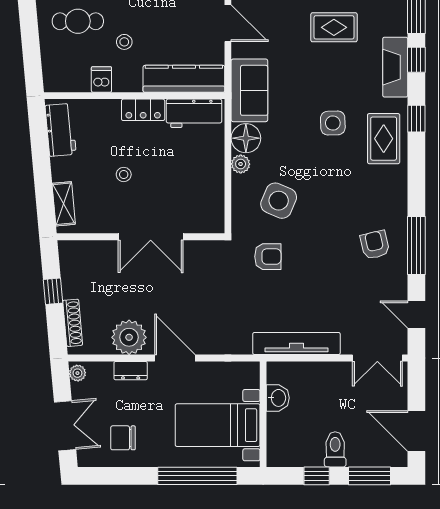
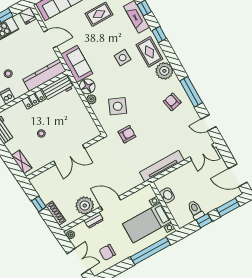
plant: (391, 185) -> (164, 71), added
toilet: (335, 449) -> (196, 210), moved

